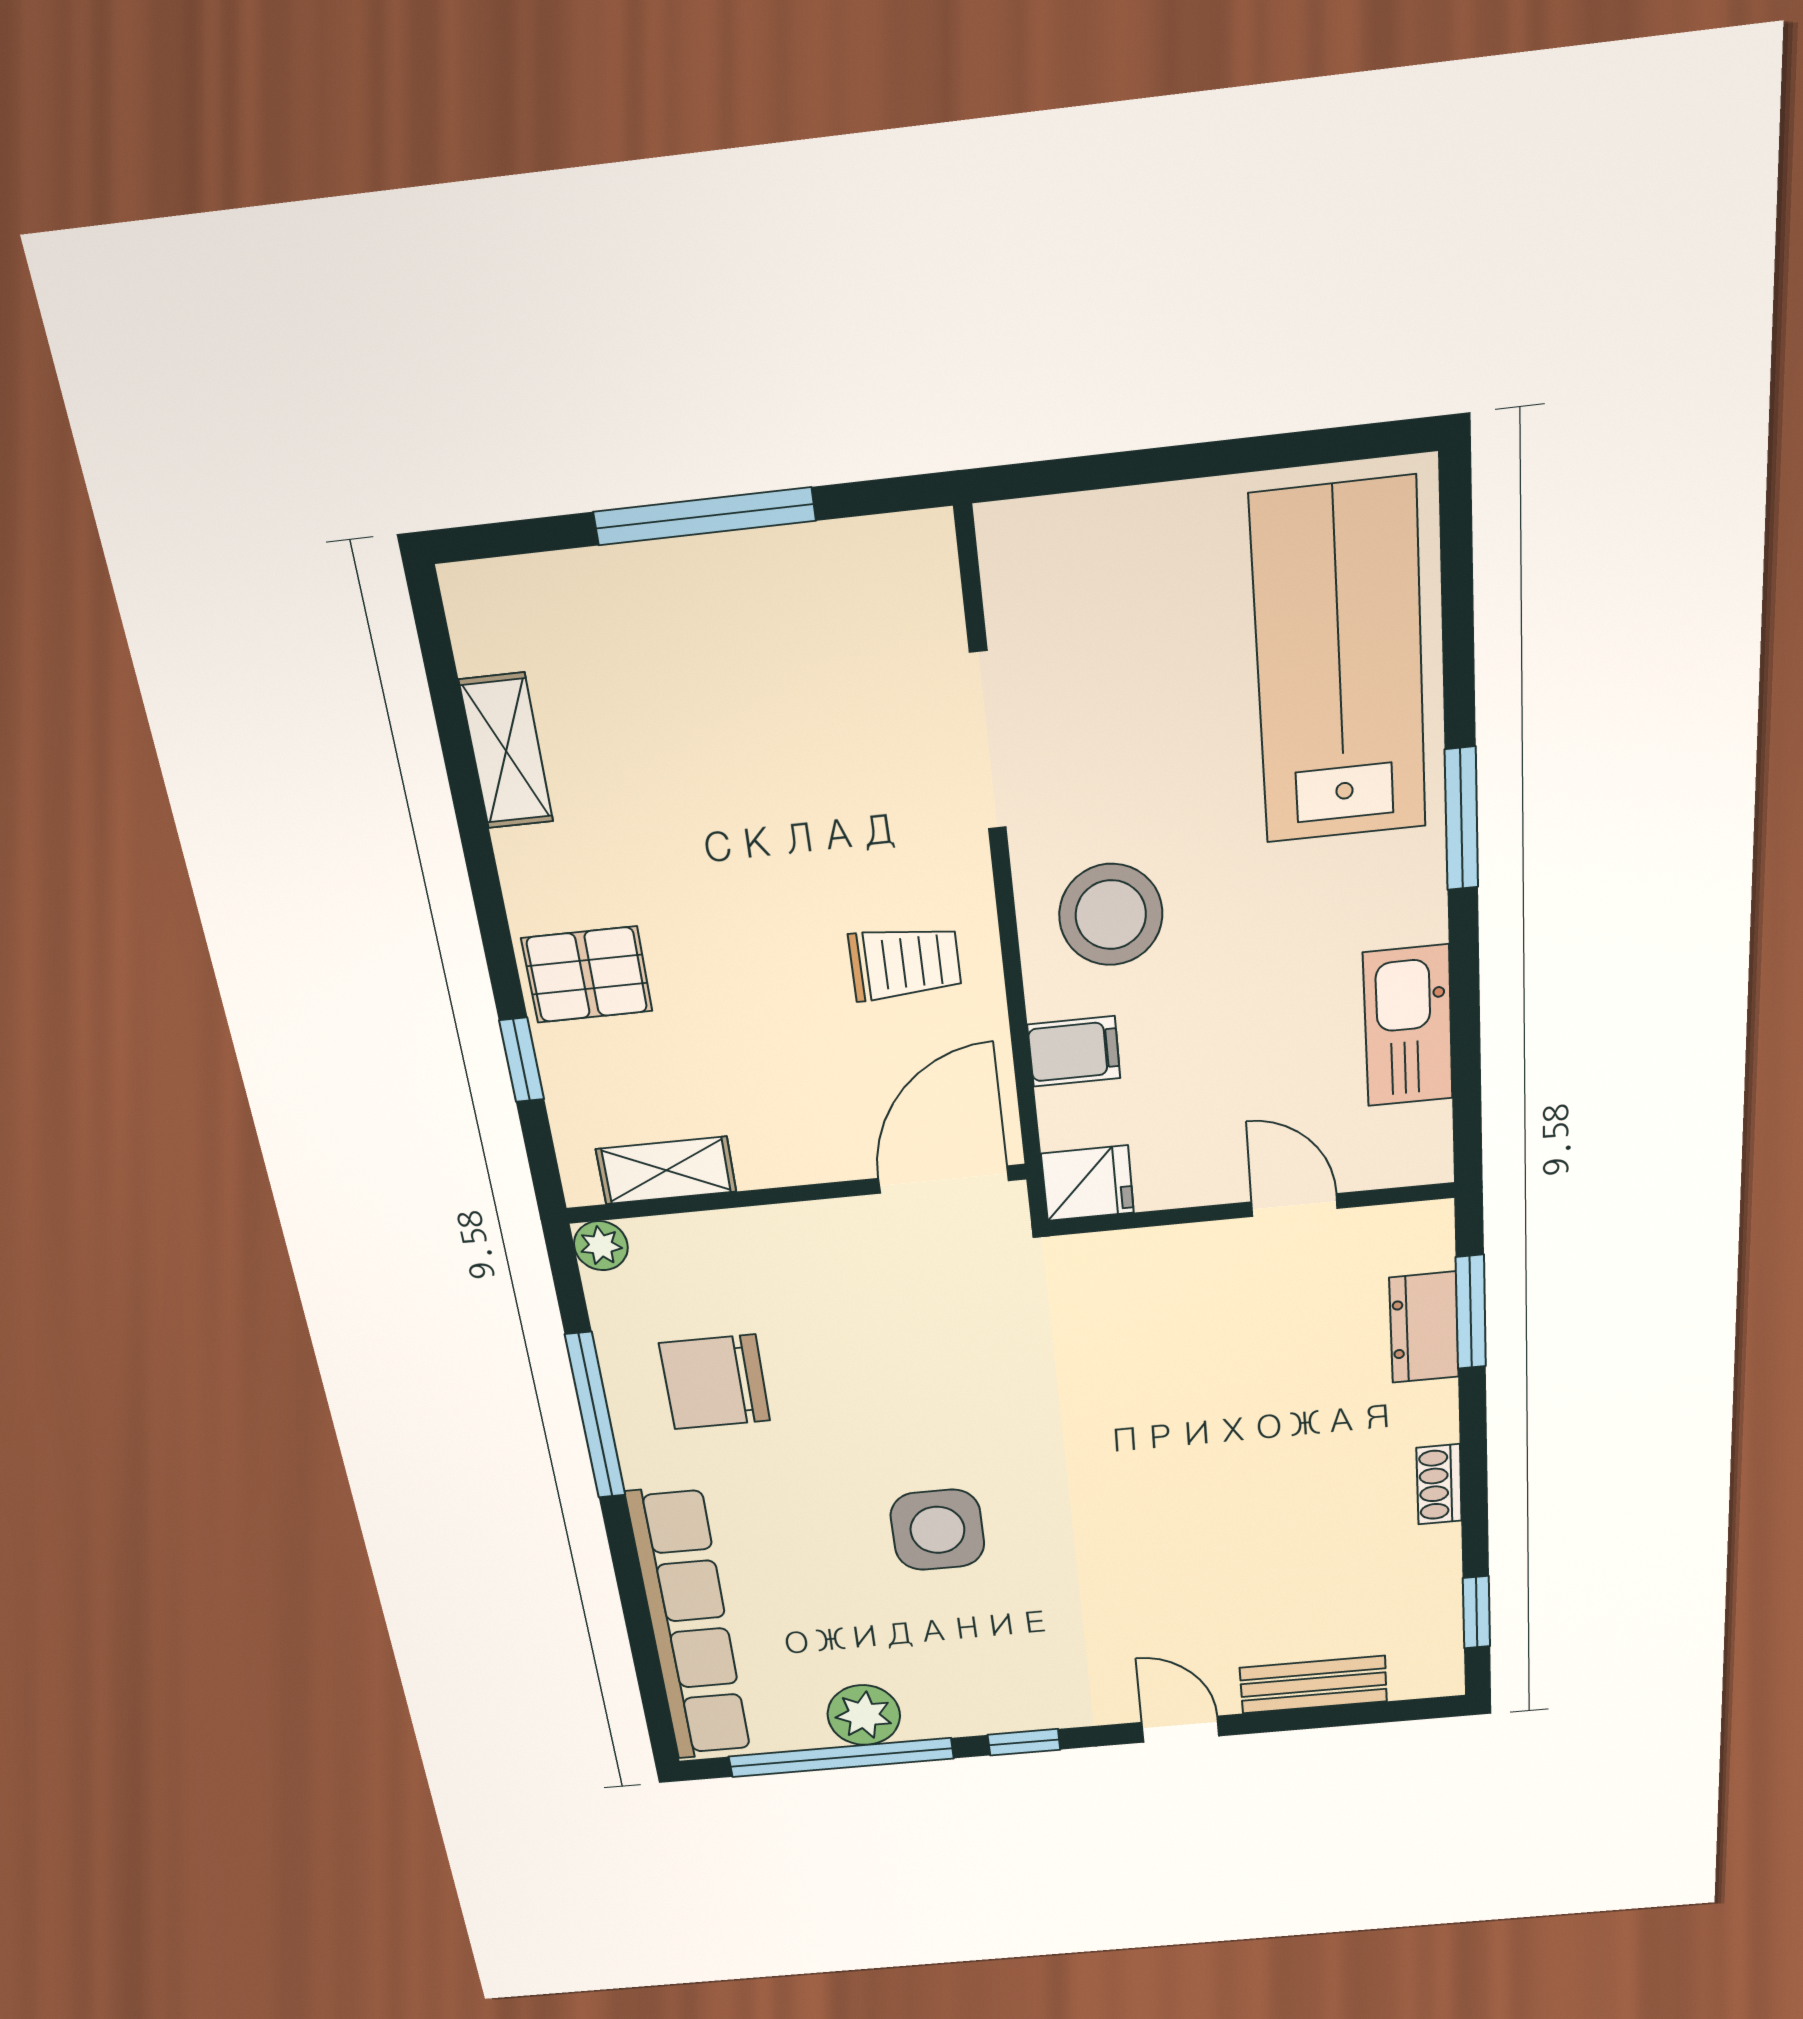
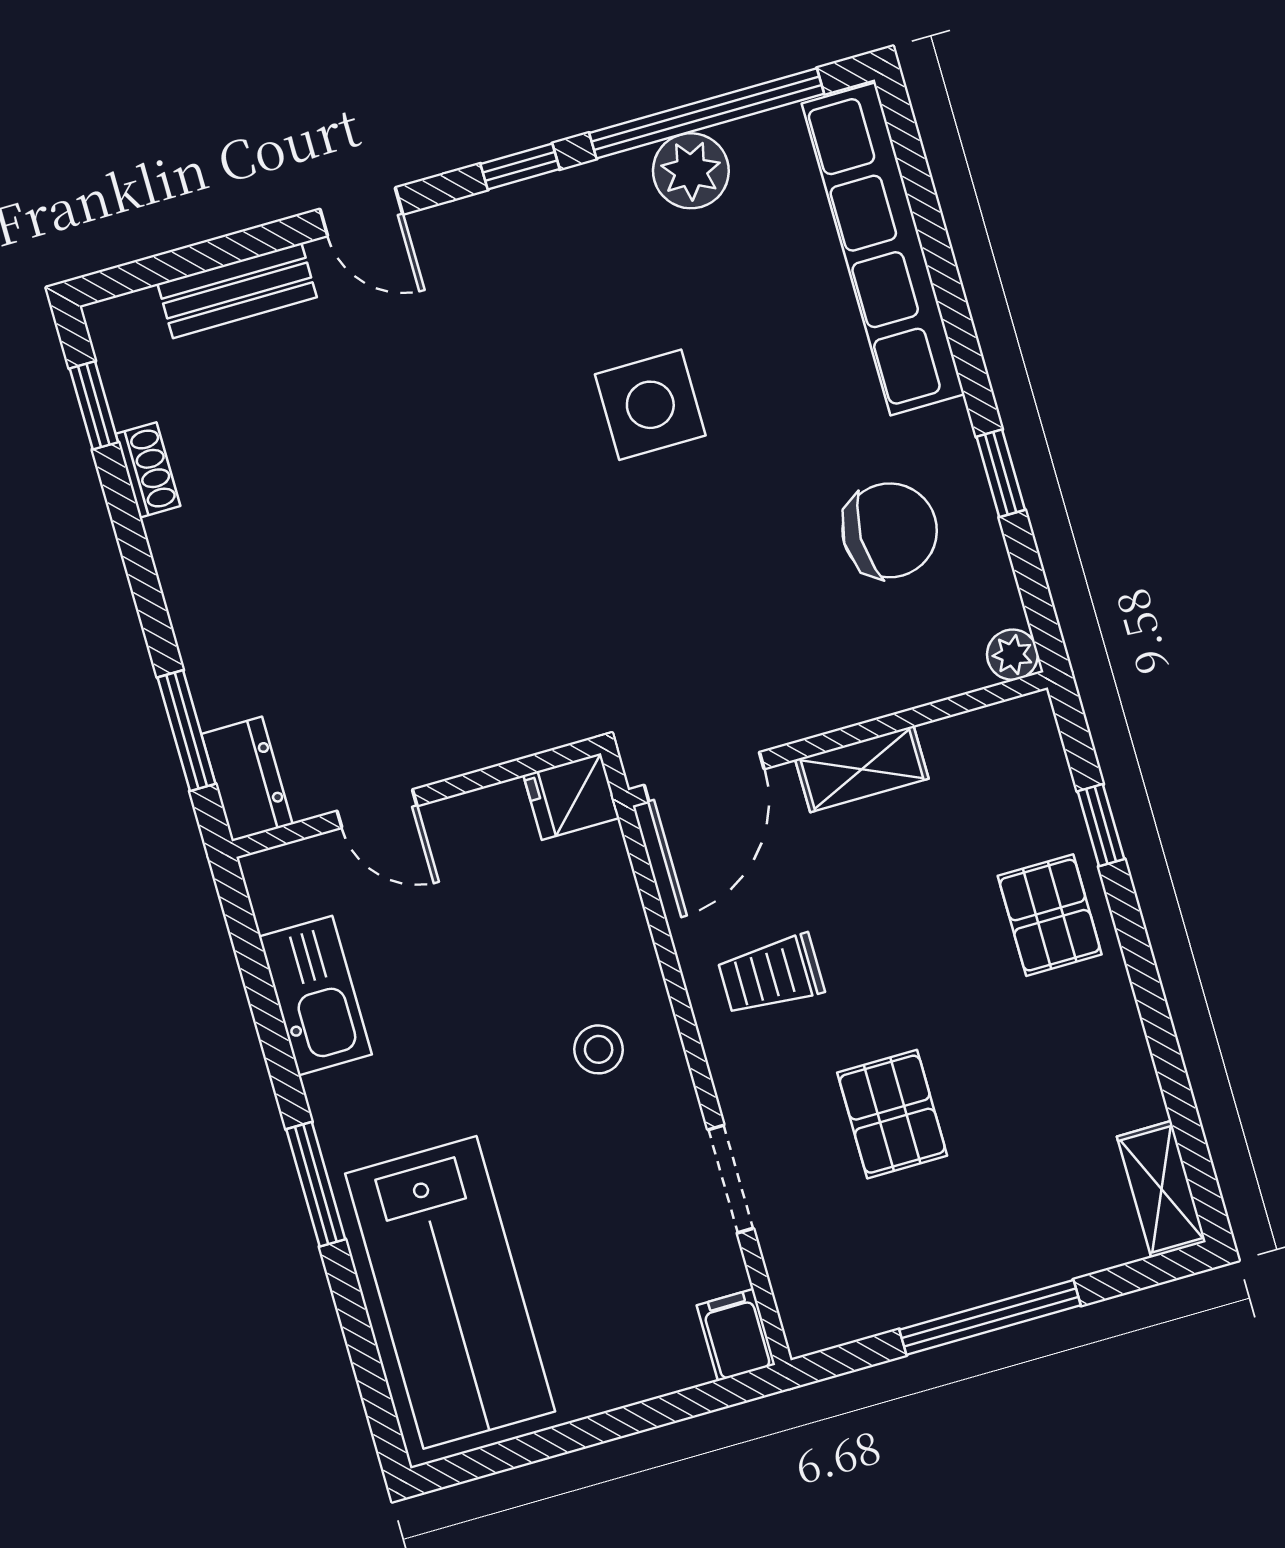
doorway: (988, 741) -> (731, 1179), width x0.73
shelving: (506, 751) -> (1161, 1189), moved
pallet: (790, 784) -> (892, 1114), added
stool: (1111, 915) -> (599, 1049), width x0.53, depth x0.53
pallet: (587, 975) -> (1050, 915), turned 90
filing cabinet: (1074, 1051) -> (736, 1335), moved, turned 90
shelving: (666, 1170) -> (862, 769), moved
dresser: (1424, 1328) -> (247, 779), moved
window: (595, 1416) -> (1001, 473), width x0.46
shoe rack: (1439, 1484) -> (148, 470), moved

